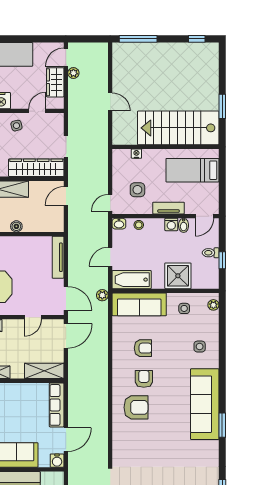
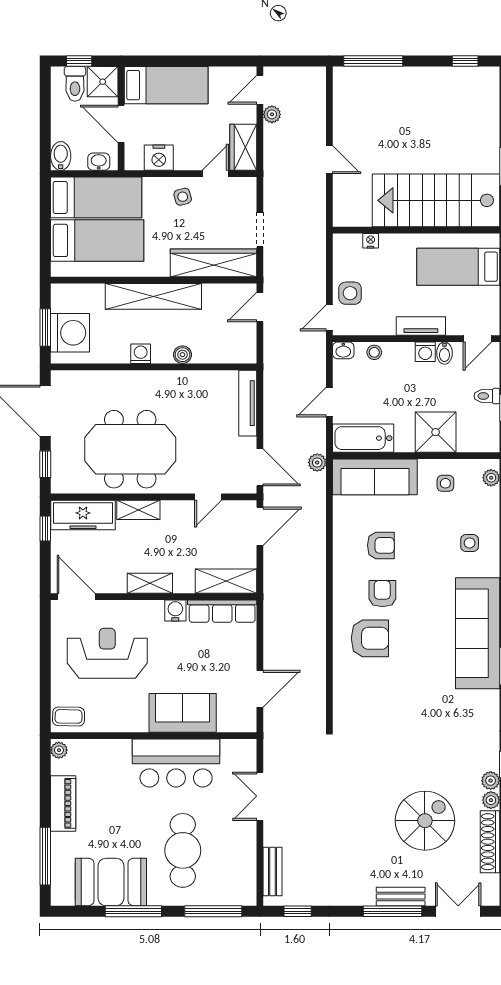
wardrobe: (55, 82) -> (243, 147), moved
side table: (137, 190) -> (350, 293), moved
row of seats: (57, 405) -> (222, 611), moved, turned -90
water cooler: (57, 461) -> (175, 610), moved, turned 180

